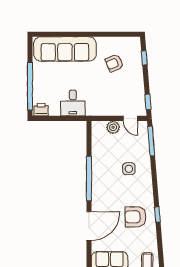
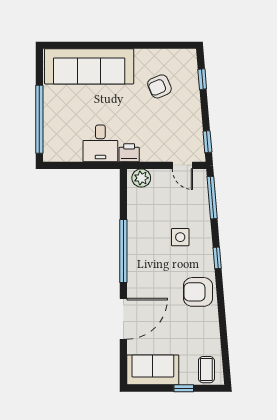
printer: (41, 110) -> (129, 153), moved
plant: (113, 127) -> (141, 178), moved
window: (157, 214) -> (217, 258), moved
armchair: (135, 217) -> (198, 292), moved

